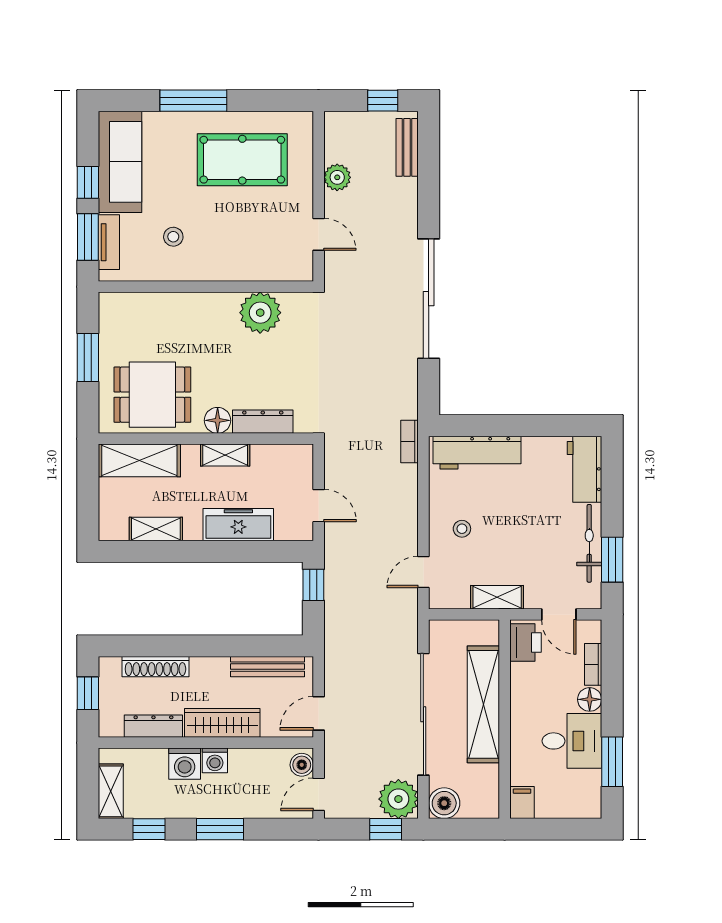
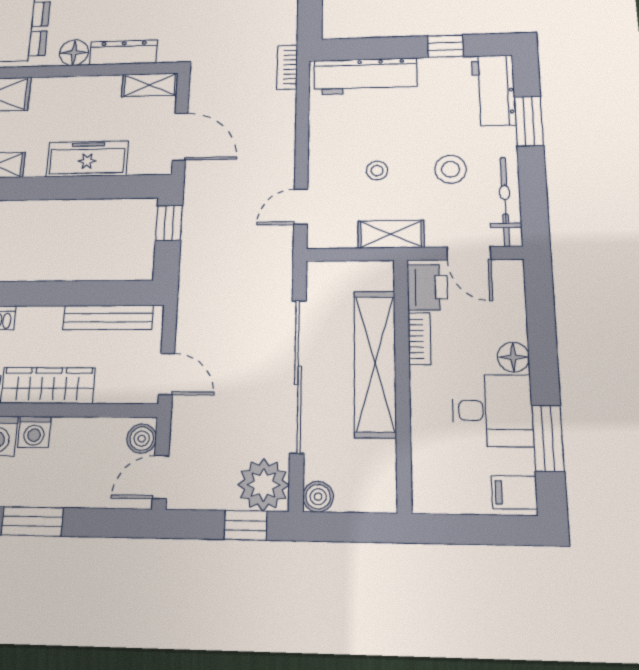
window: (546, 426) -> (445, 46), added
shelving: (225, 455) -> (150, 85), moved
door: (319, 506) -> (180, 137), width x1.37
stool: (462, 529) -> (377, 171), moved
stool: (547, 541) -> (451, 169), added
bicycle: (589, 543) -> (505, 201), moved
window: (612, 560) -> (529, 121), moved
bookcase: (593, 664) -> (419, 339), moved, turned 180
door: (319, 713) -> (167, 374), swing flipped
boiler: (444, 803) -> (318, 497), width x0.73, depth x0.73
filing cabinet: (522, 803) -> (514, 493), moved, turned -90

